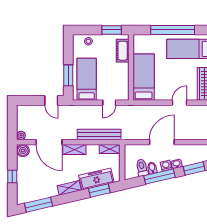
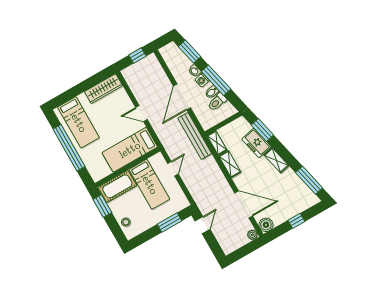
cot: (123, 51) -> (117, 186), width x1.37, depth x1.34
bed: (87, 79) -> (149, 184), moved, turned -90
door: (109, 103) -> (173, 169), hinge flipped
door: (180, 103) -> (141, 114), moved
bench: (99, 135) -> (195, 136), moved
door: (49, 142) -> (244, 204), hinge flipped
door: (162, 142) -> (182, 97), hinge flipped
shelving: (74, 149) -> (230, 164), moved
freezer: (96, 179) -> (256, 143), width x0.71

